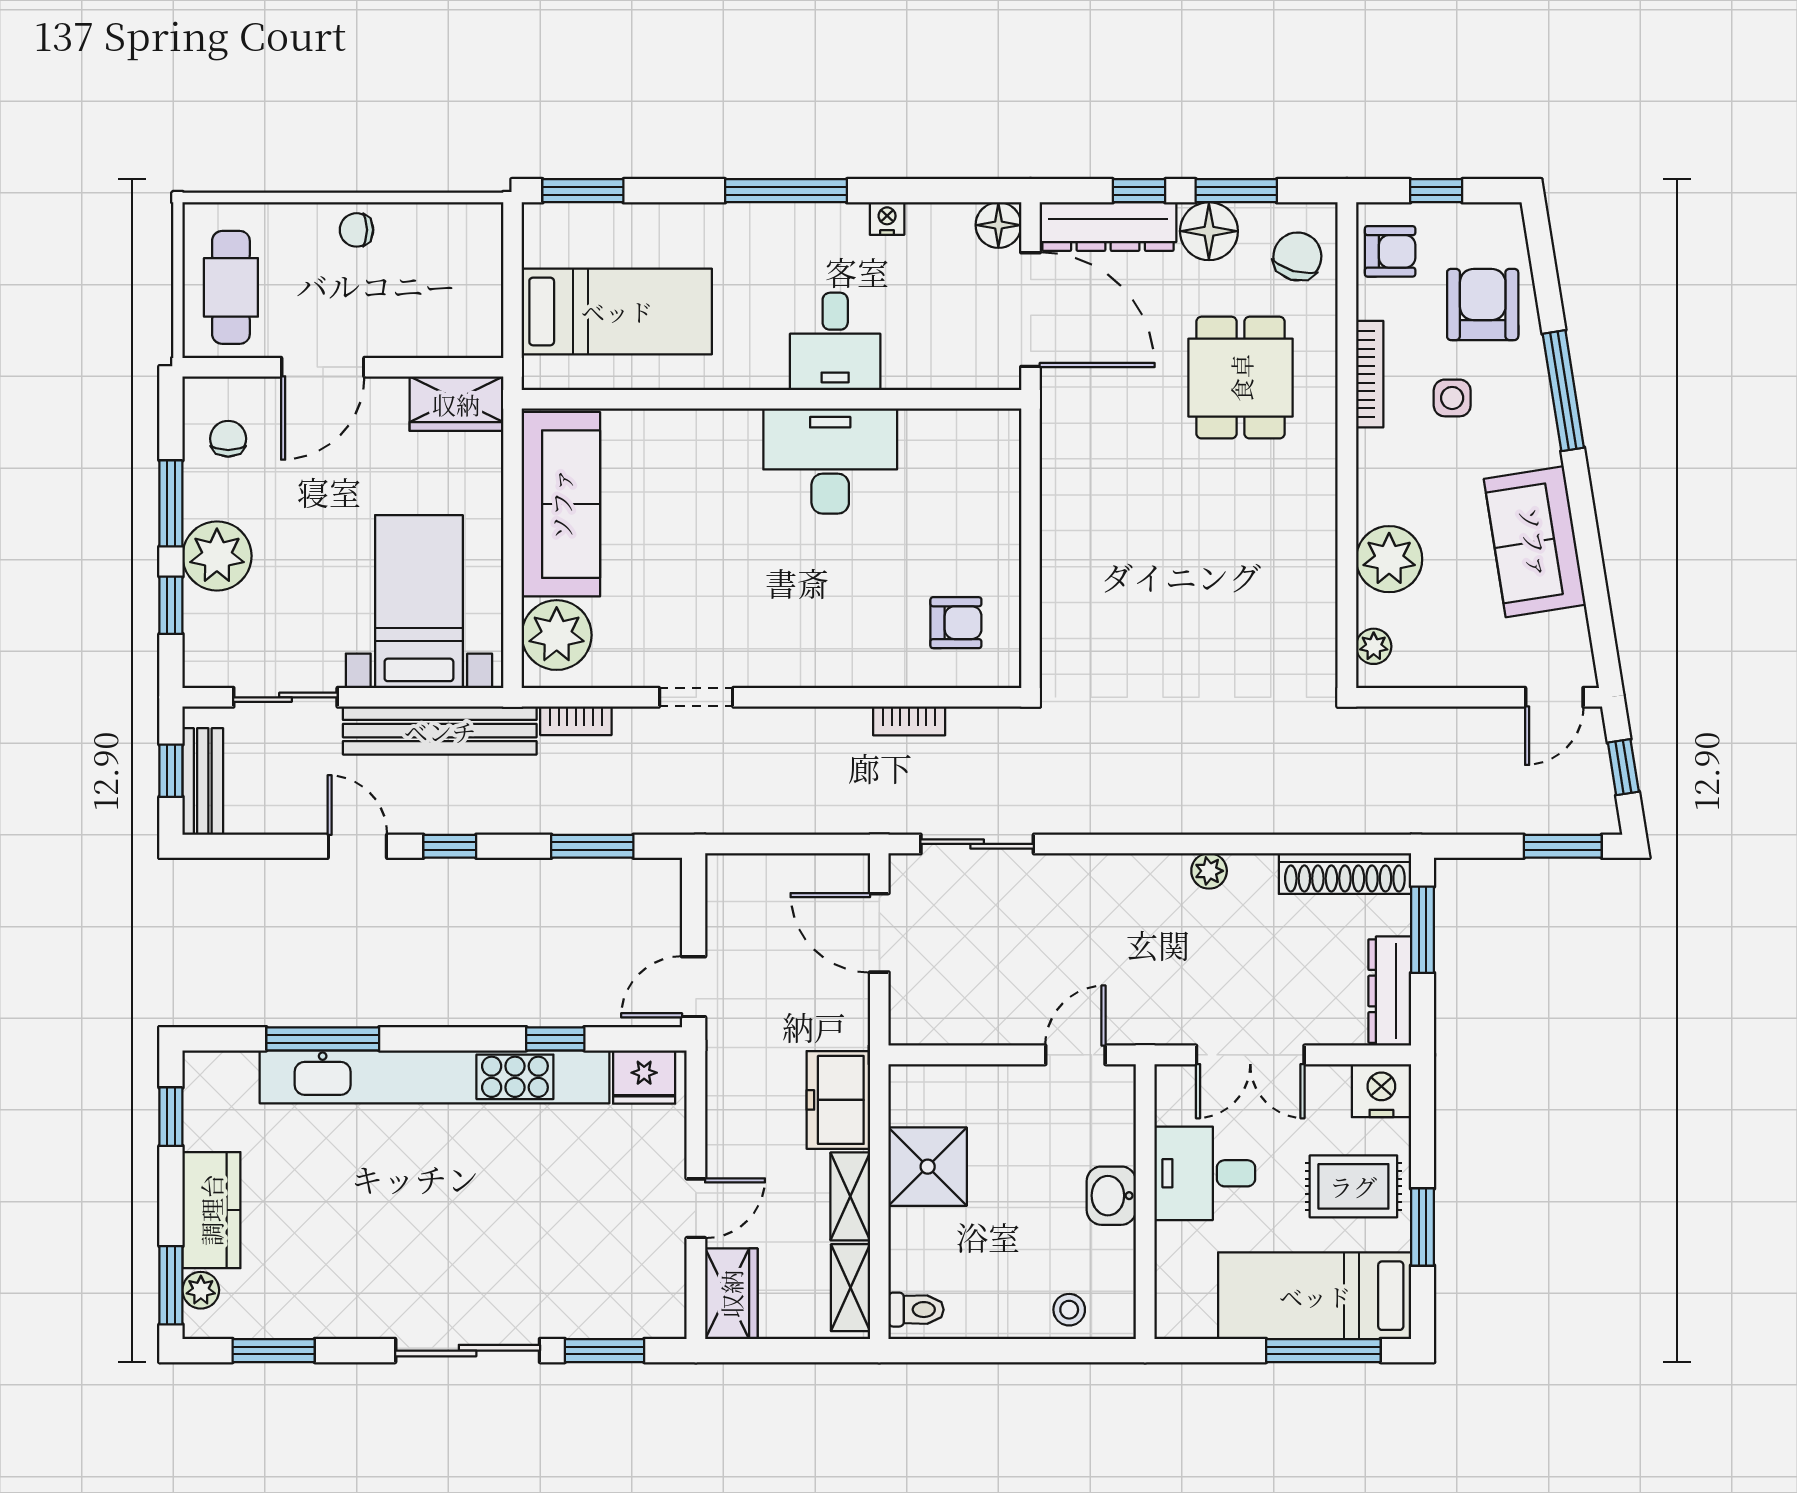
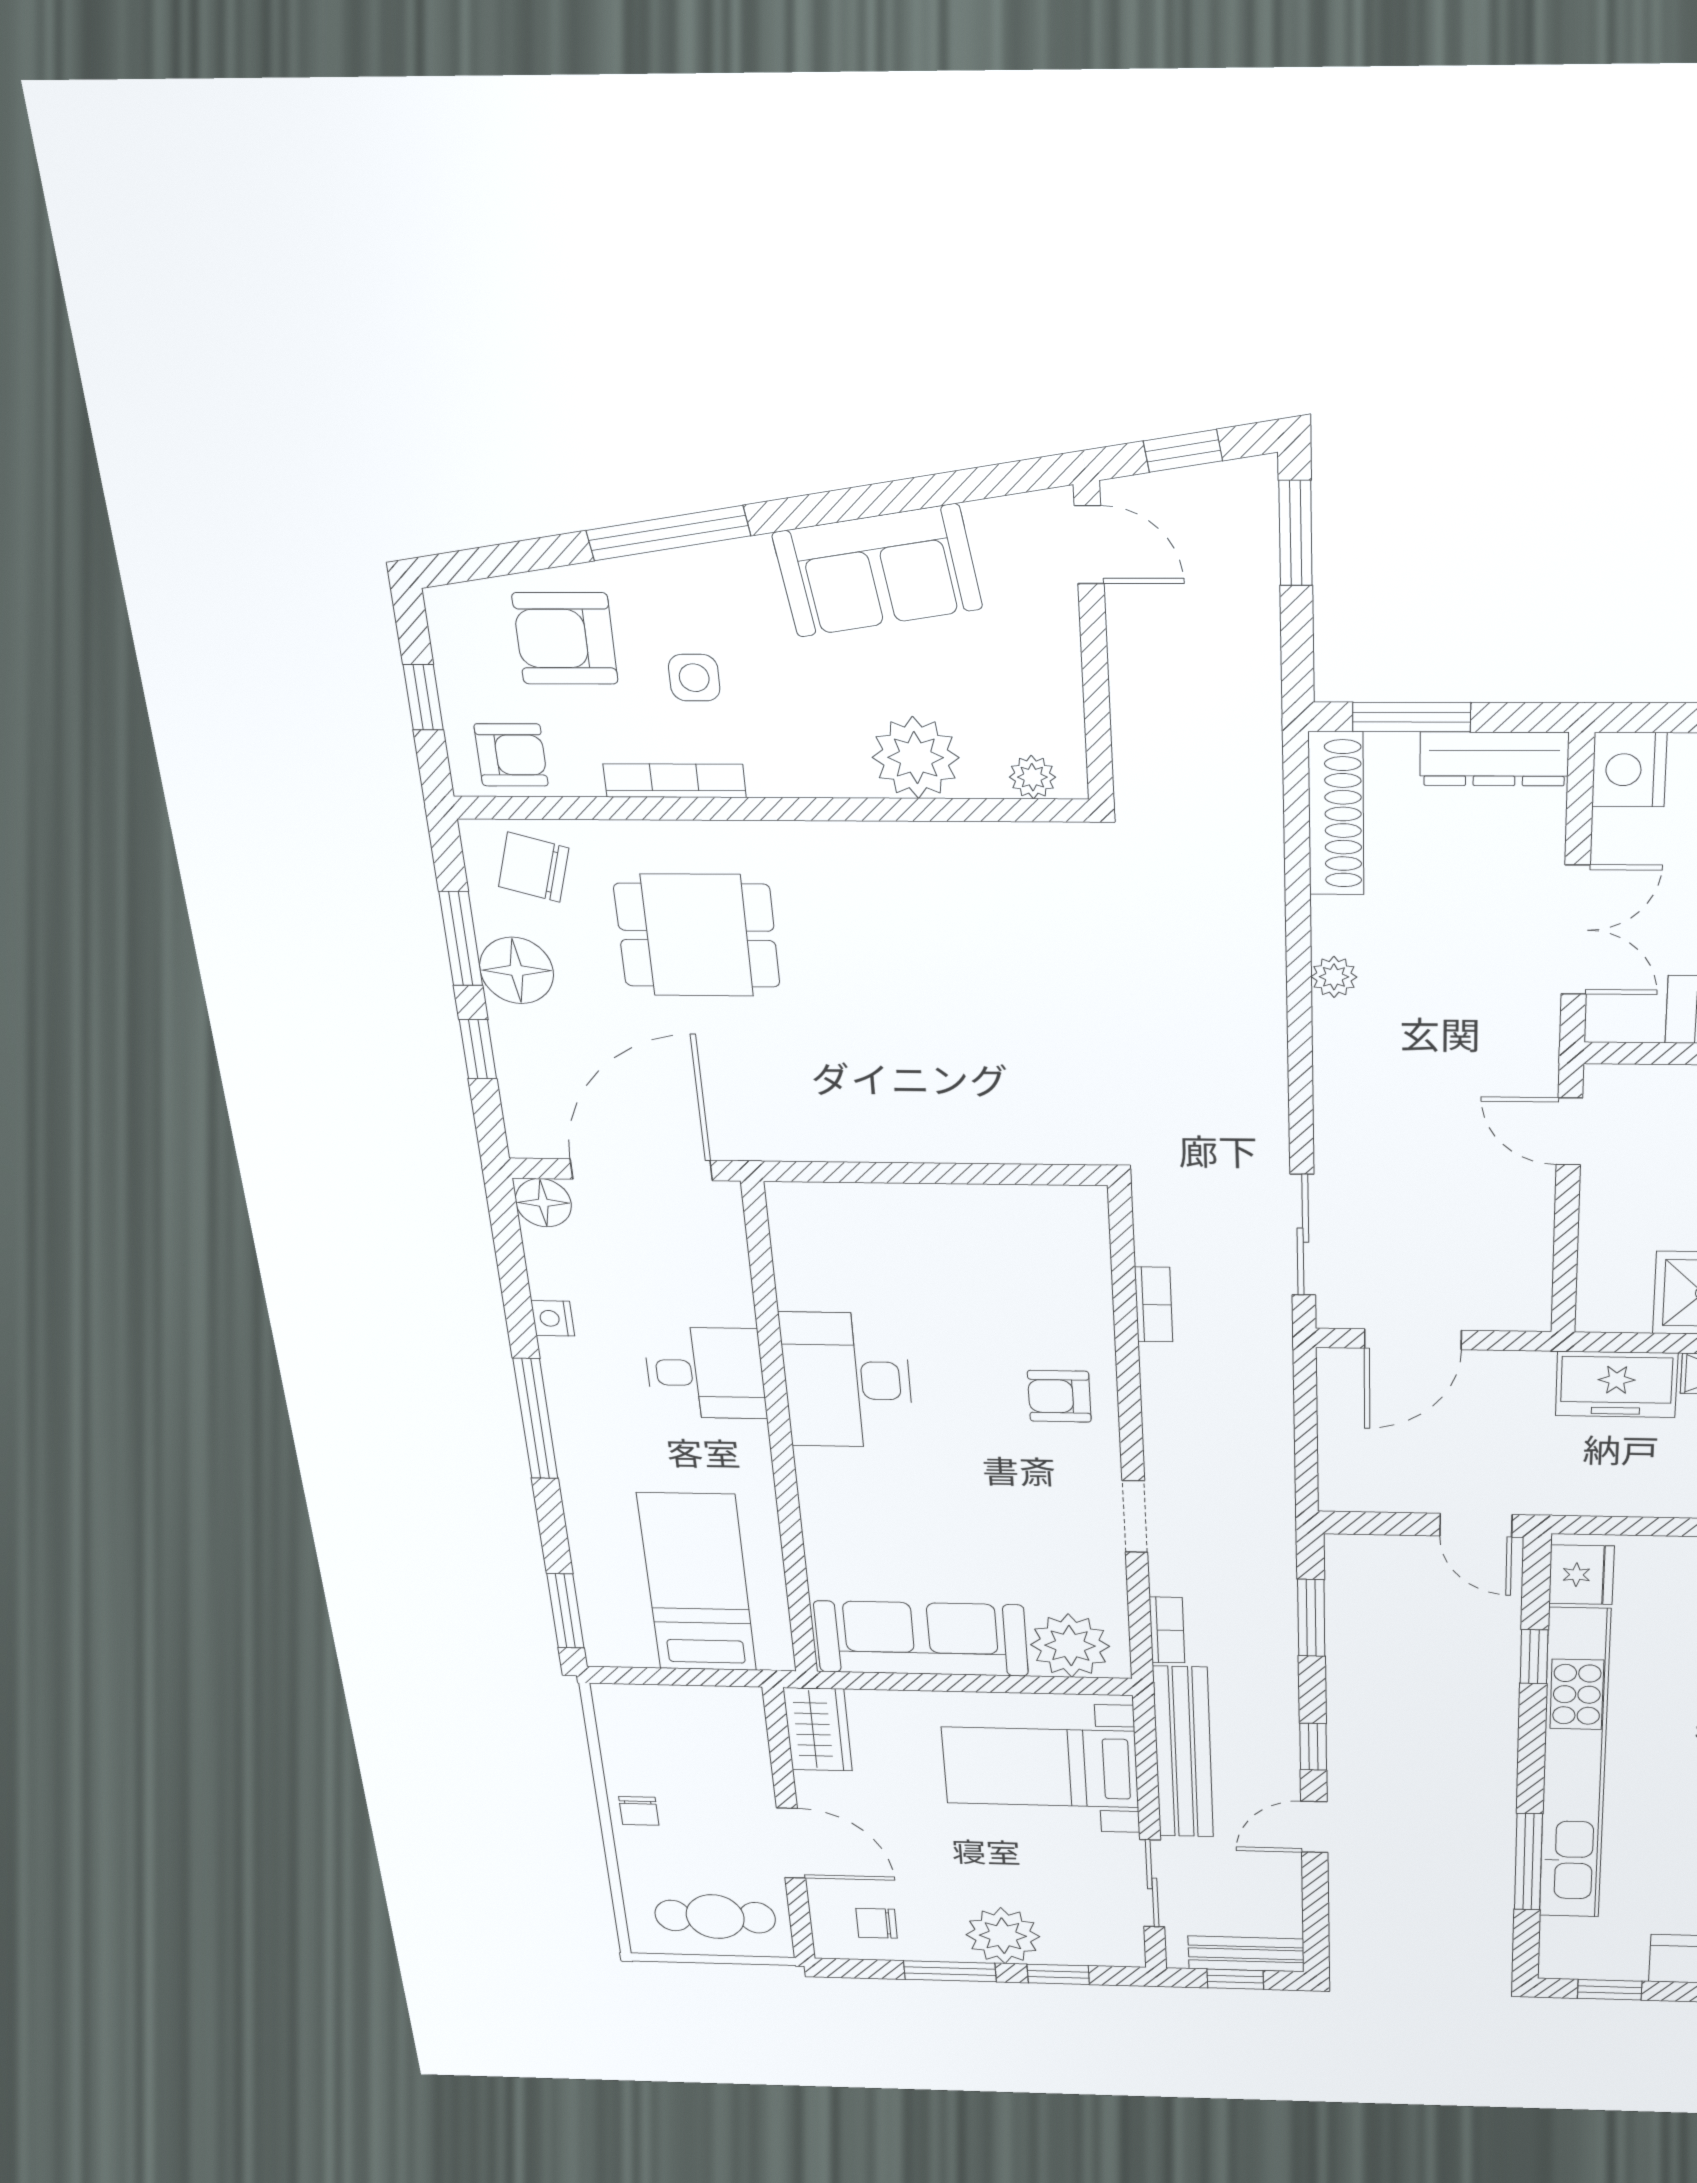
dresser: (1108, 227) -> (528, 1084), removed
armchair: (1390, 251) -> (511, 755), turned 90
armchair: (956, 623) -> (1059, 1396), moved, turned -90

